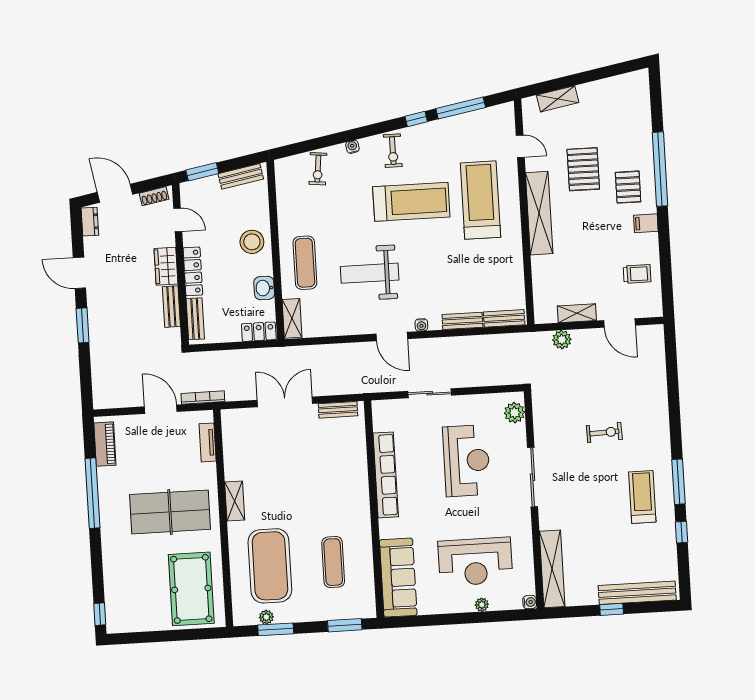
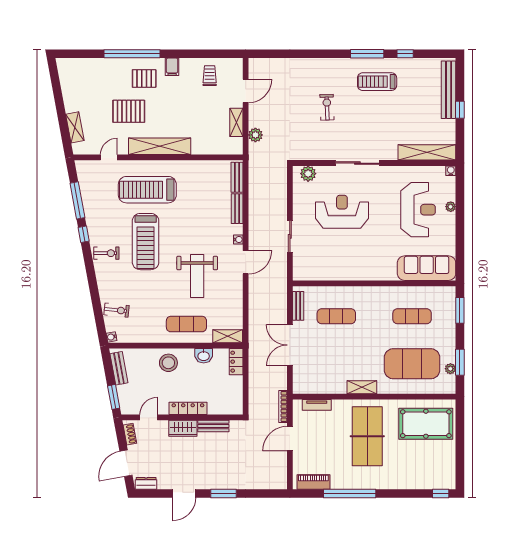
water cooler: (352, 147) -> (112, 337), moved
treadmill: (411, 202) -> (146, 242), turned 180
bench: (195, 319) -> (224, 409), removed
exercise mat: (327, 461) -> (336, 316), added
row of seats: (386, 475) -> (349, 273), removed

